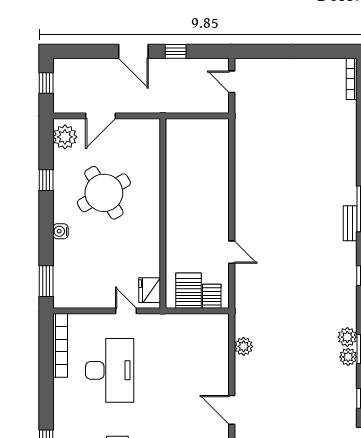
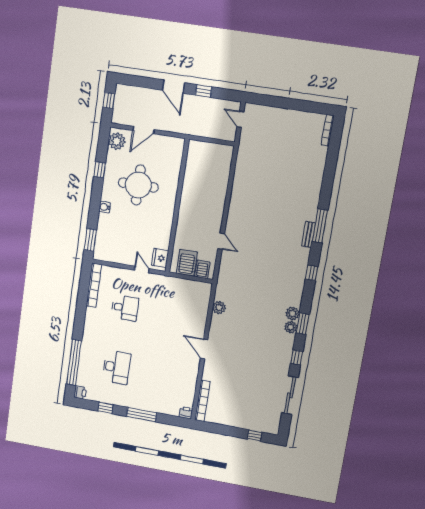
round table: (104, 193) -> (138, 185), turned 31
desk: (110, 370) -> (125, 308), width x0.53, depth x0.77

